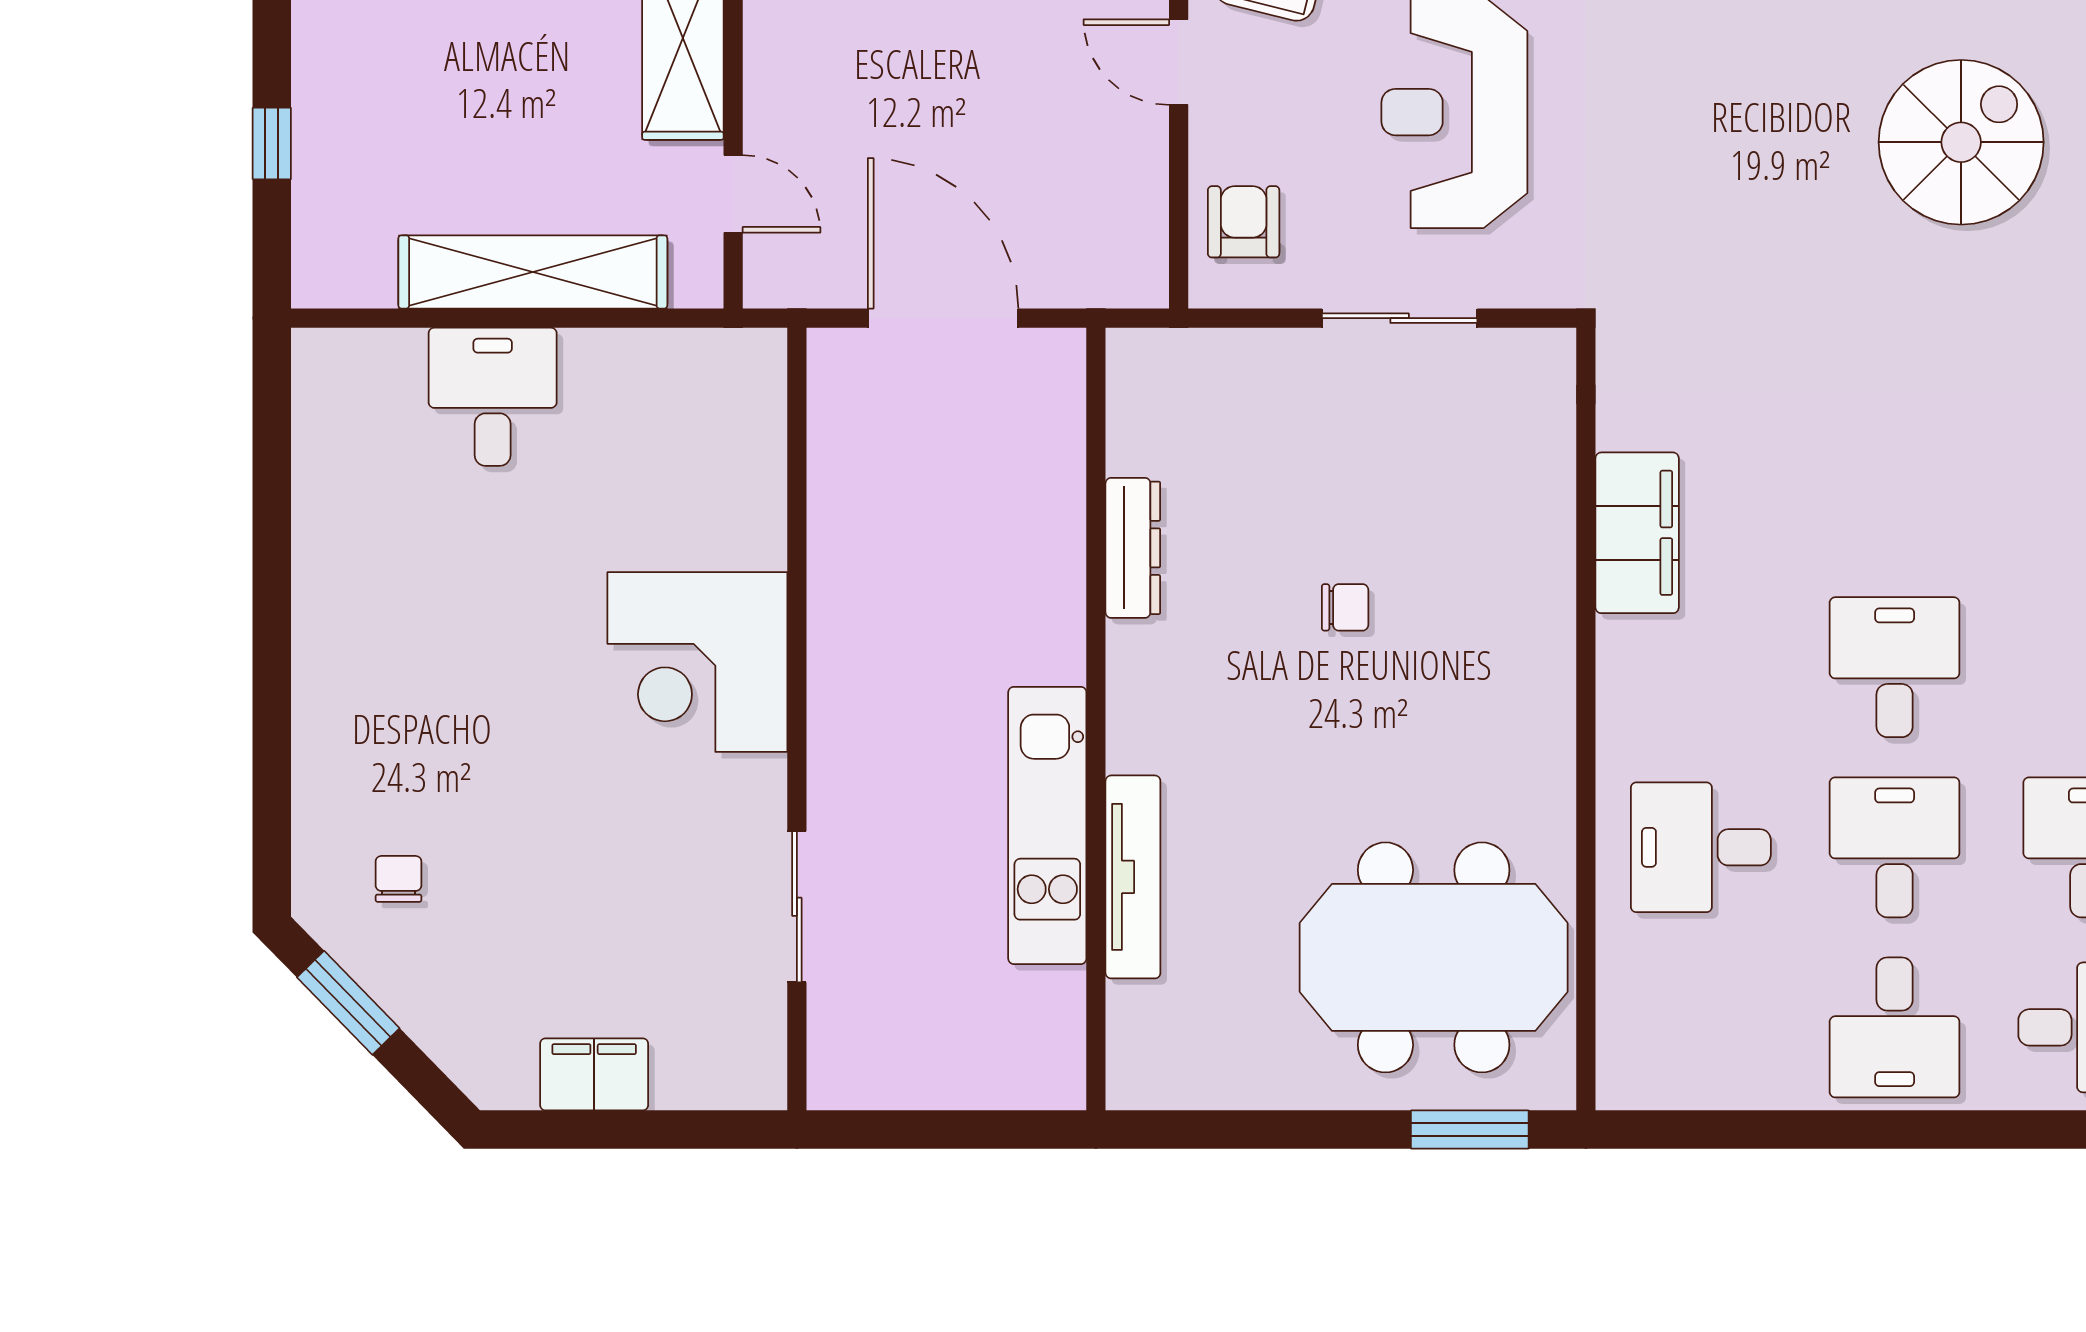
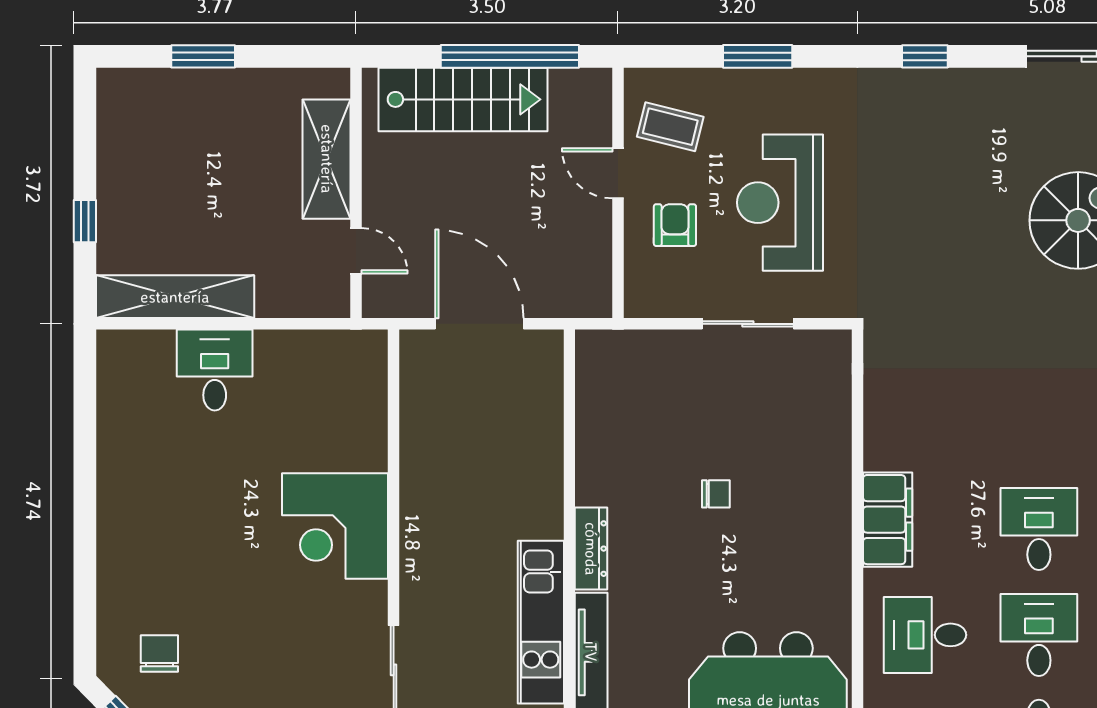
armchair: (1244, 222) -> (675, 225), moved
shelving: (533, 272) -> (175, 297), moved
filing cabinet: (1637, 533) -> (888, 520), moved
dresser: (1133, 548) -> (591, 549), moved
chair: (398, 879) -> (159, 654), width x1.37, depth x1.37

